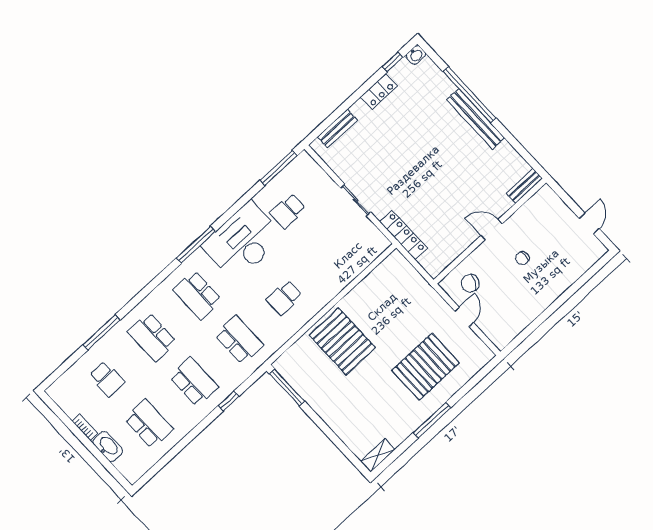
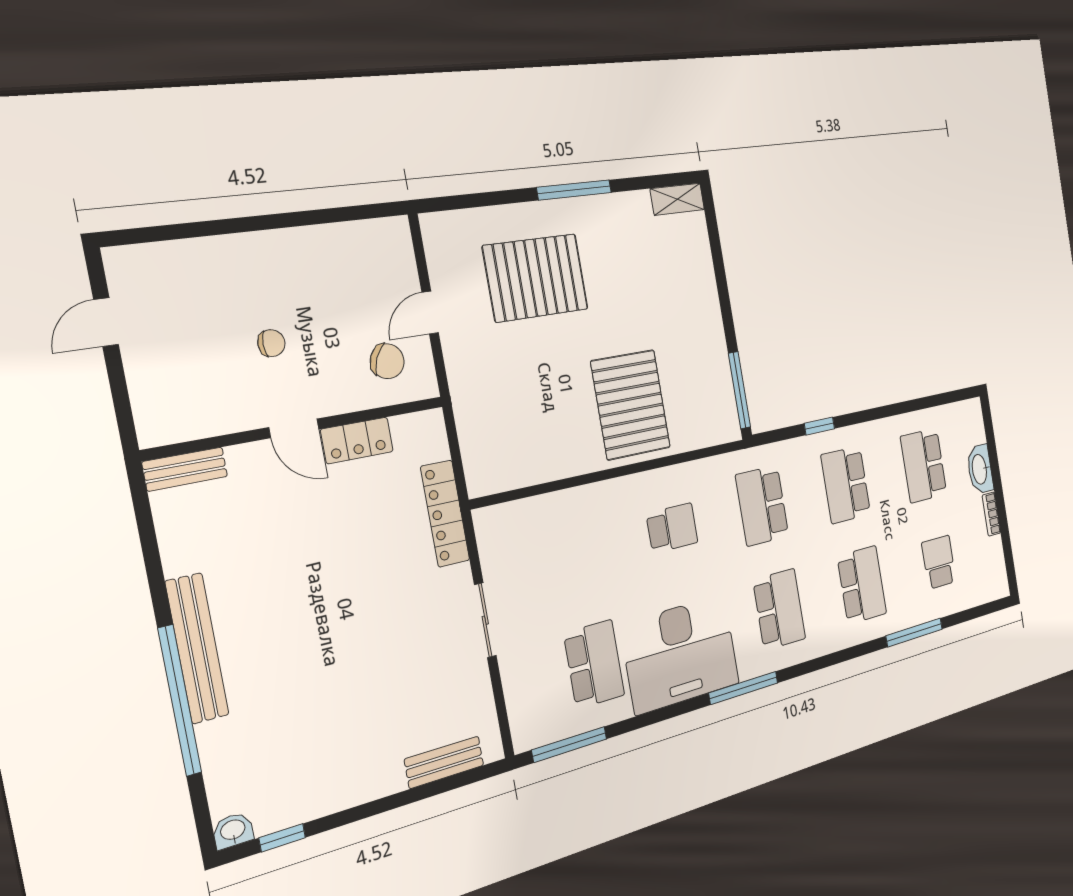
locker: (379, 91) -> (357, 440), moved, turned 180
school desk: (288, 211) -> (594, 664), width x1.85

